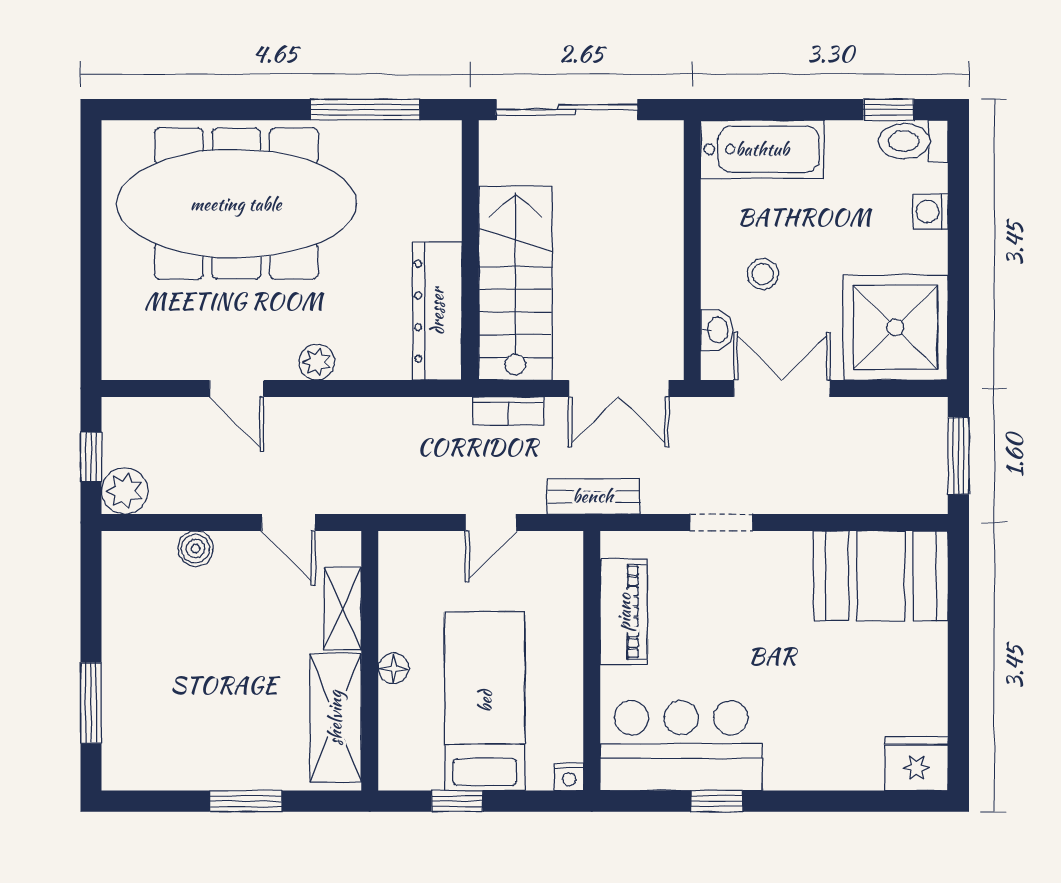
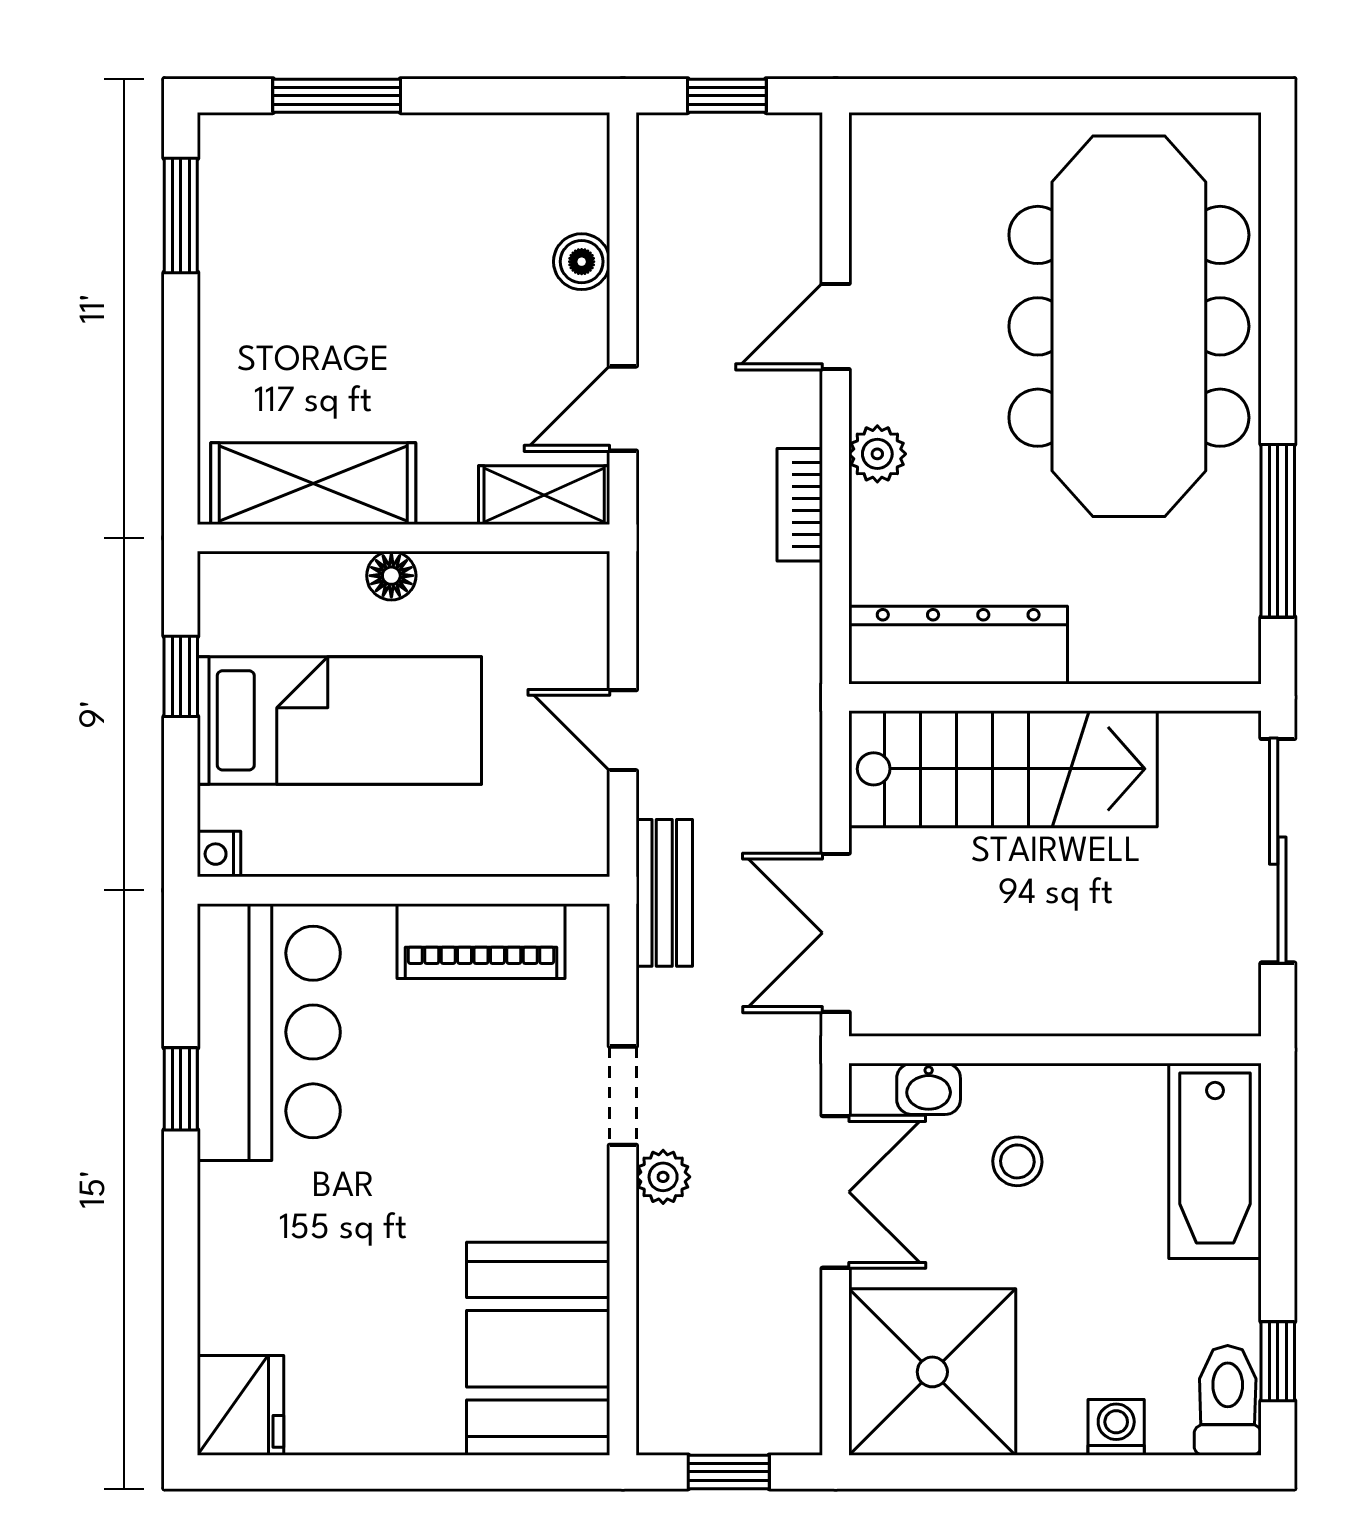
bookcase: (508, 411) -> (800, 505), moved
window: (958, 456) -> (729, 1472), width x0.67
plant: (125, 491) -> (663, 1177), moved, width x0.73, depth x0.73
shelving: (343, 609) -> (544, 495), moved
window: (246, 801) -> (181, 215), moved

